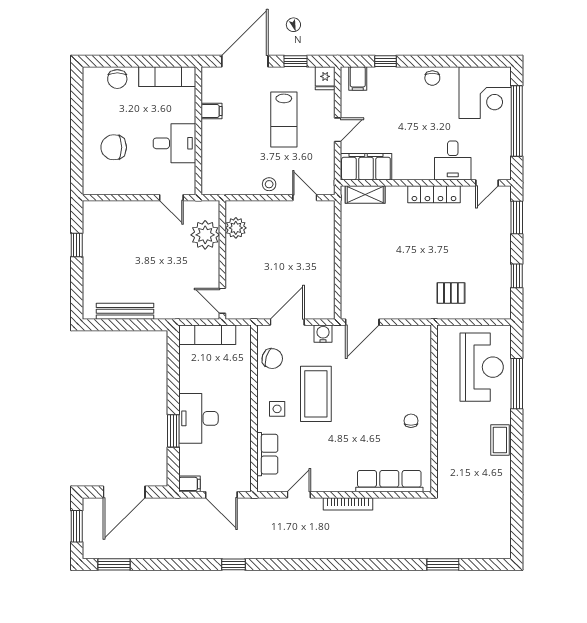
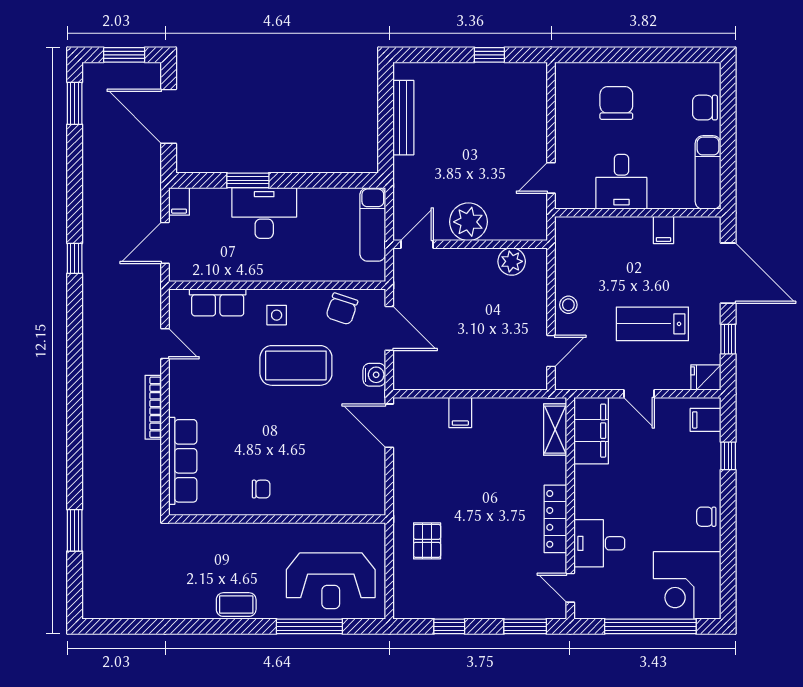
plant: (205, 235) -> (468, 222), moved
filing cabinet: (352, 267) -> (460, 412), added

